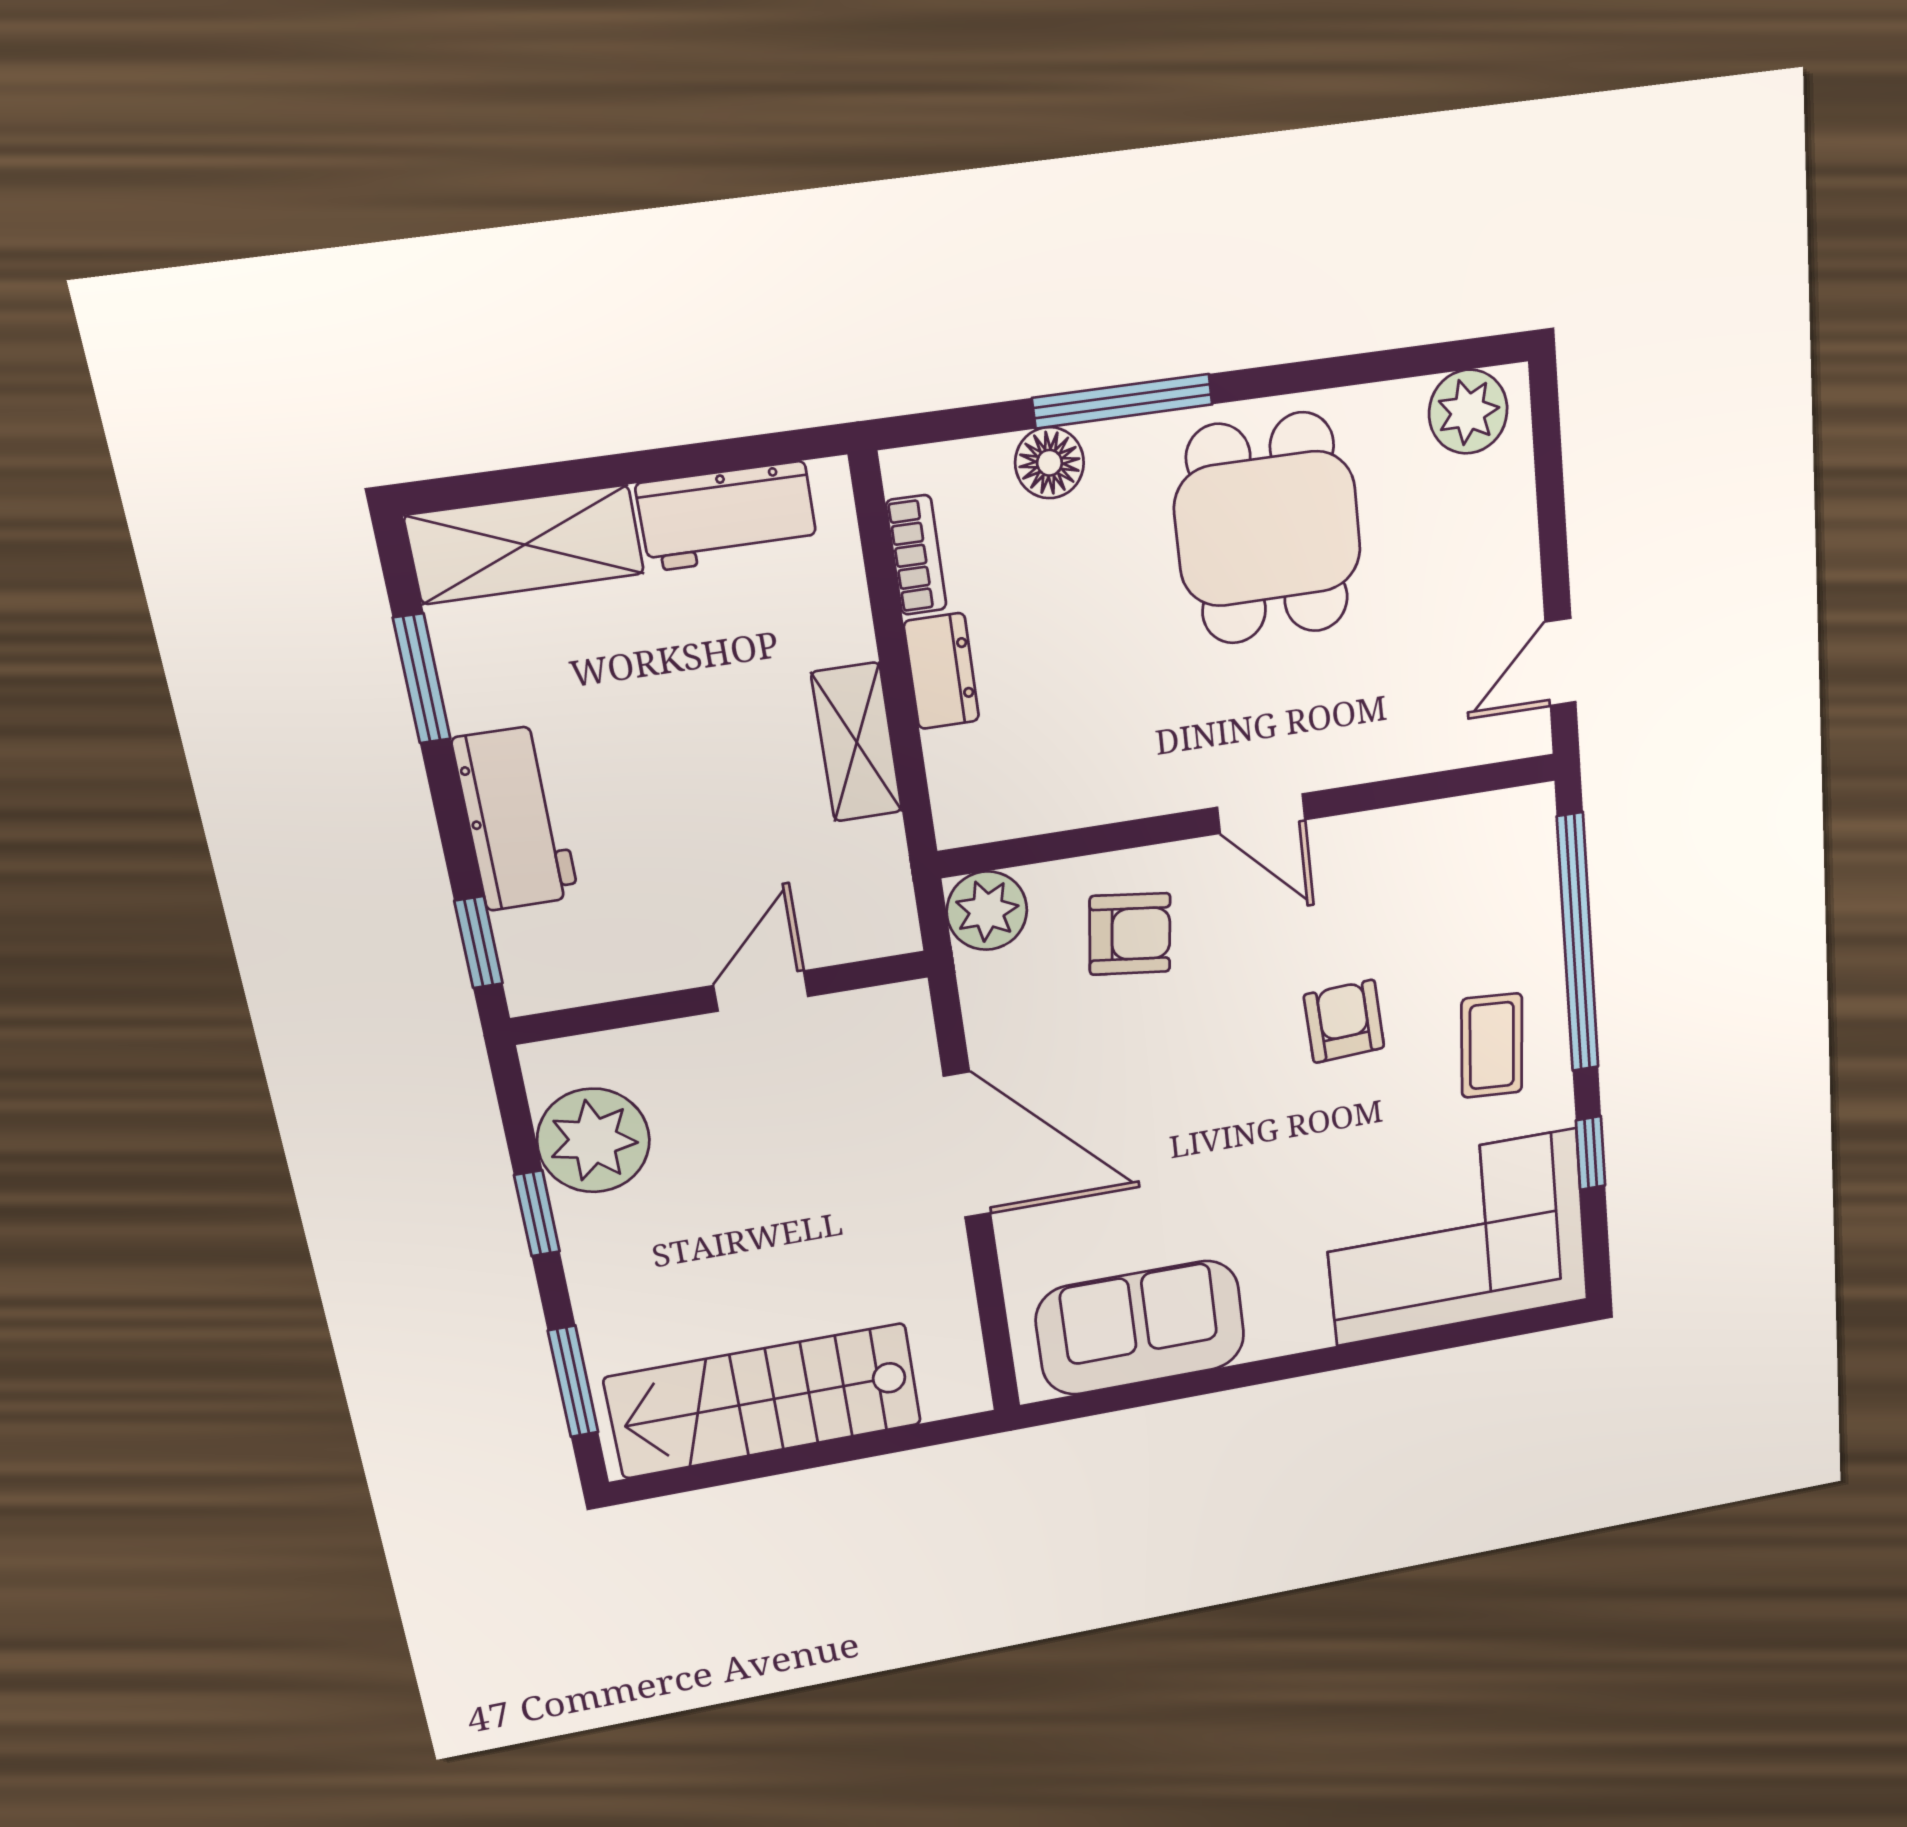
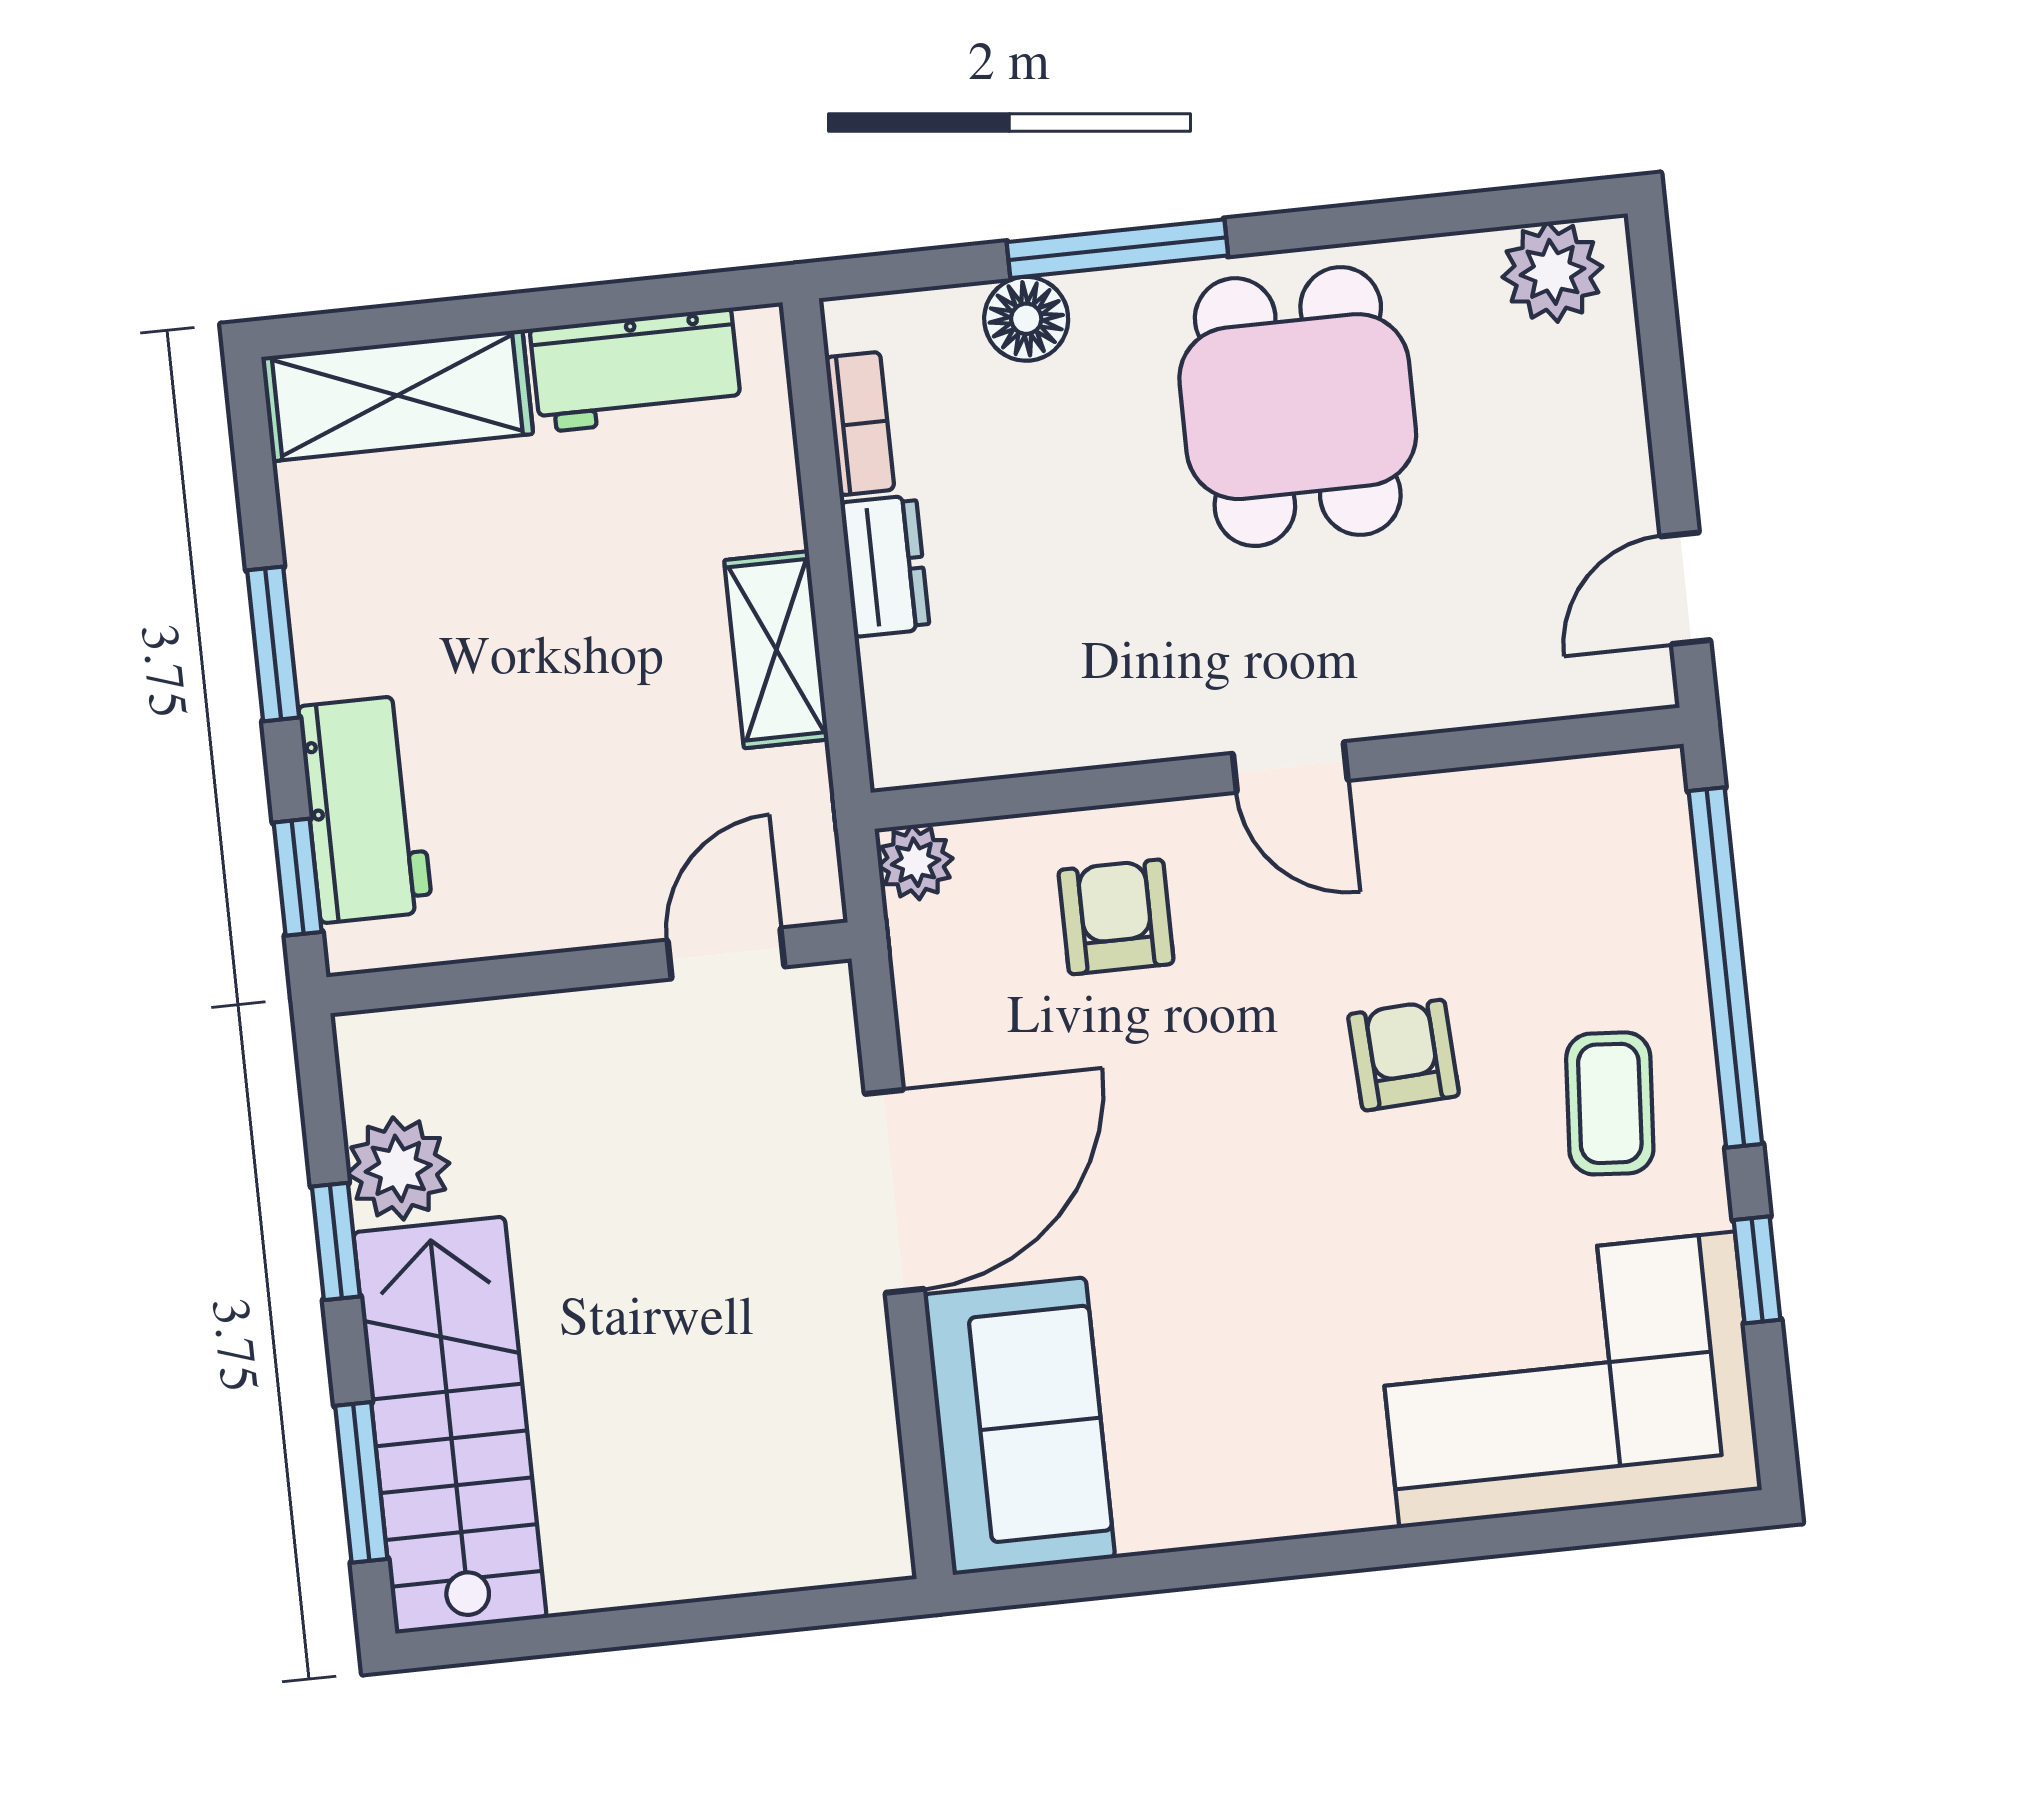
window: (422, 679) -> (273, 644), moved
workbench: (516, 818) -> (365, 809), moved
plant: (987, 911) -> (916, 862), width x0.73, depth x0.73
armchair: (1130, 934) -> (1116, 917), turned -97
door: (761, 991) -> (726, 954), moved
plant: (593, 1141) -> (398, 1168), width x0.73, depth x0.73
door: (967, 1145) -> (894, 1191), hinge flipped
sofa: (1140, 1328) -> (1019, 1426), moved, turned 90
stairs: (764, 1401) -> (450, 1425), moved, turned 90

